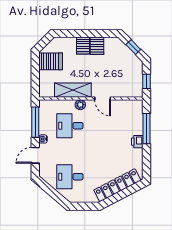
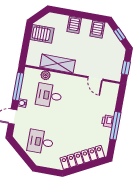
server rack: (97, 46) -> (97, 29), moved
door: (103, 99) -> (95, 78), moved
plant: (80, 105) -> (46, 75), moved
window: (147, 129) -> (115, 126), moved

